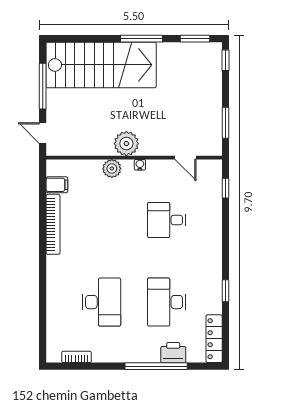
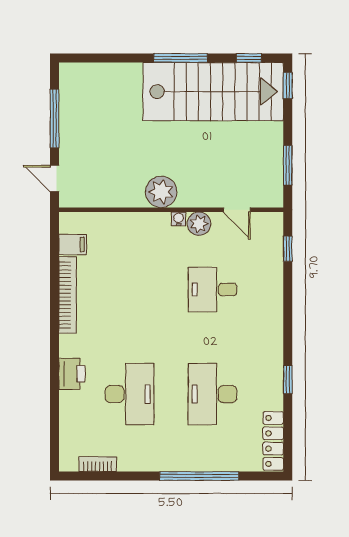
window: (195, 39) -> (249, 58), width x0.67
stairs: (101, 65) -> (213, 92), moved
plant: (112, 168) -> (199, 224), moved
printer: (173, 353) -> (72, 374), moved, turned 90

